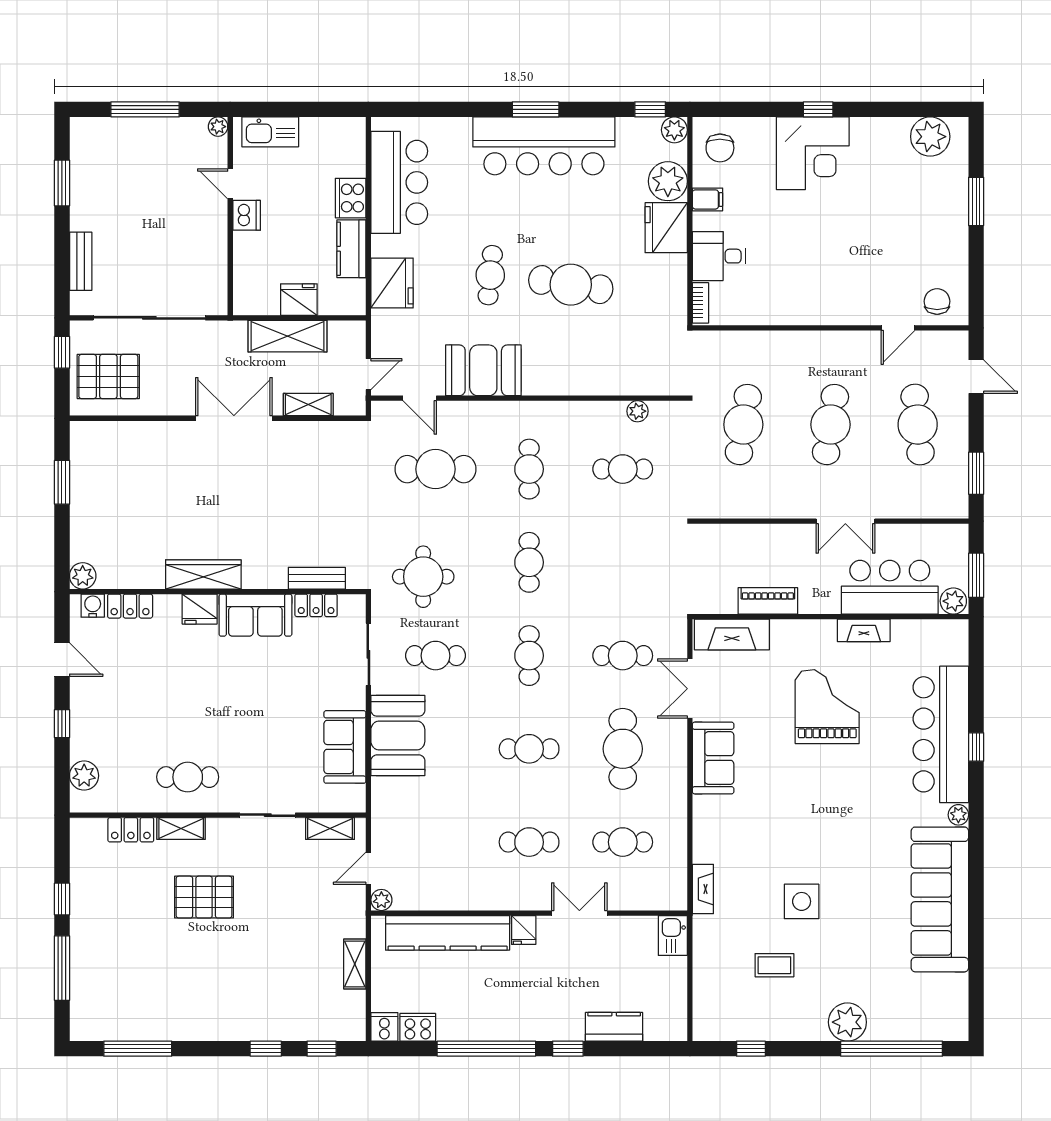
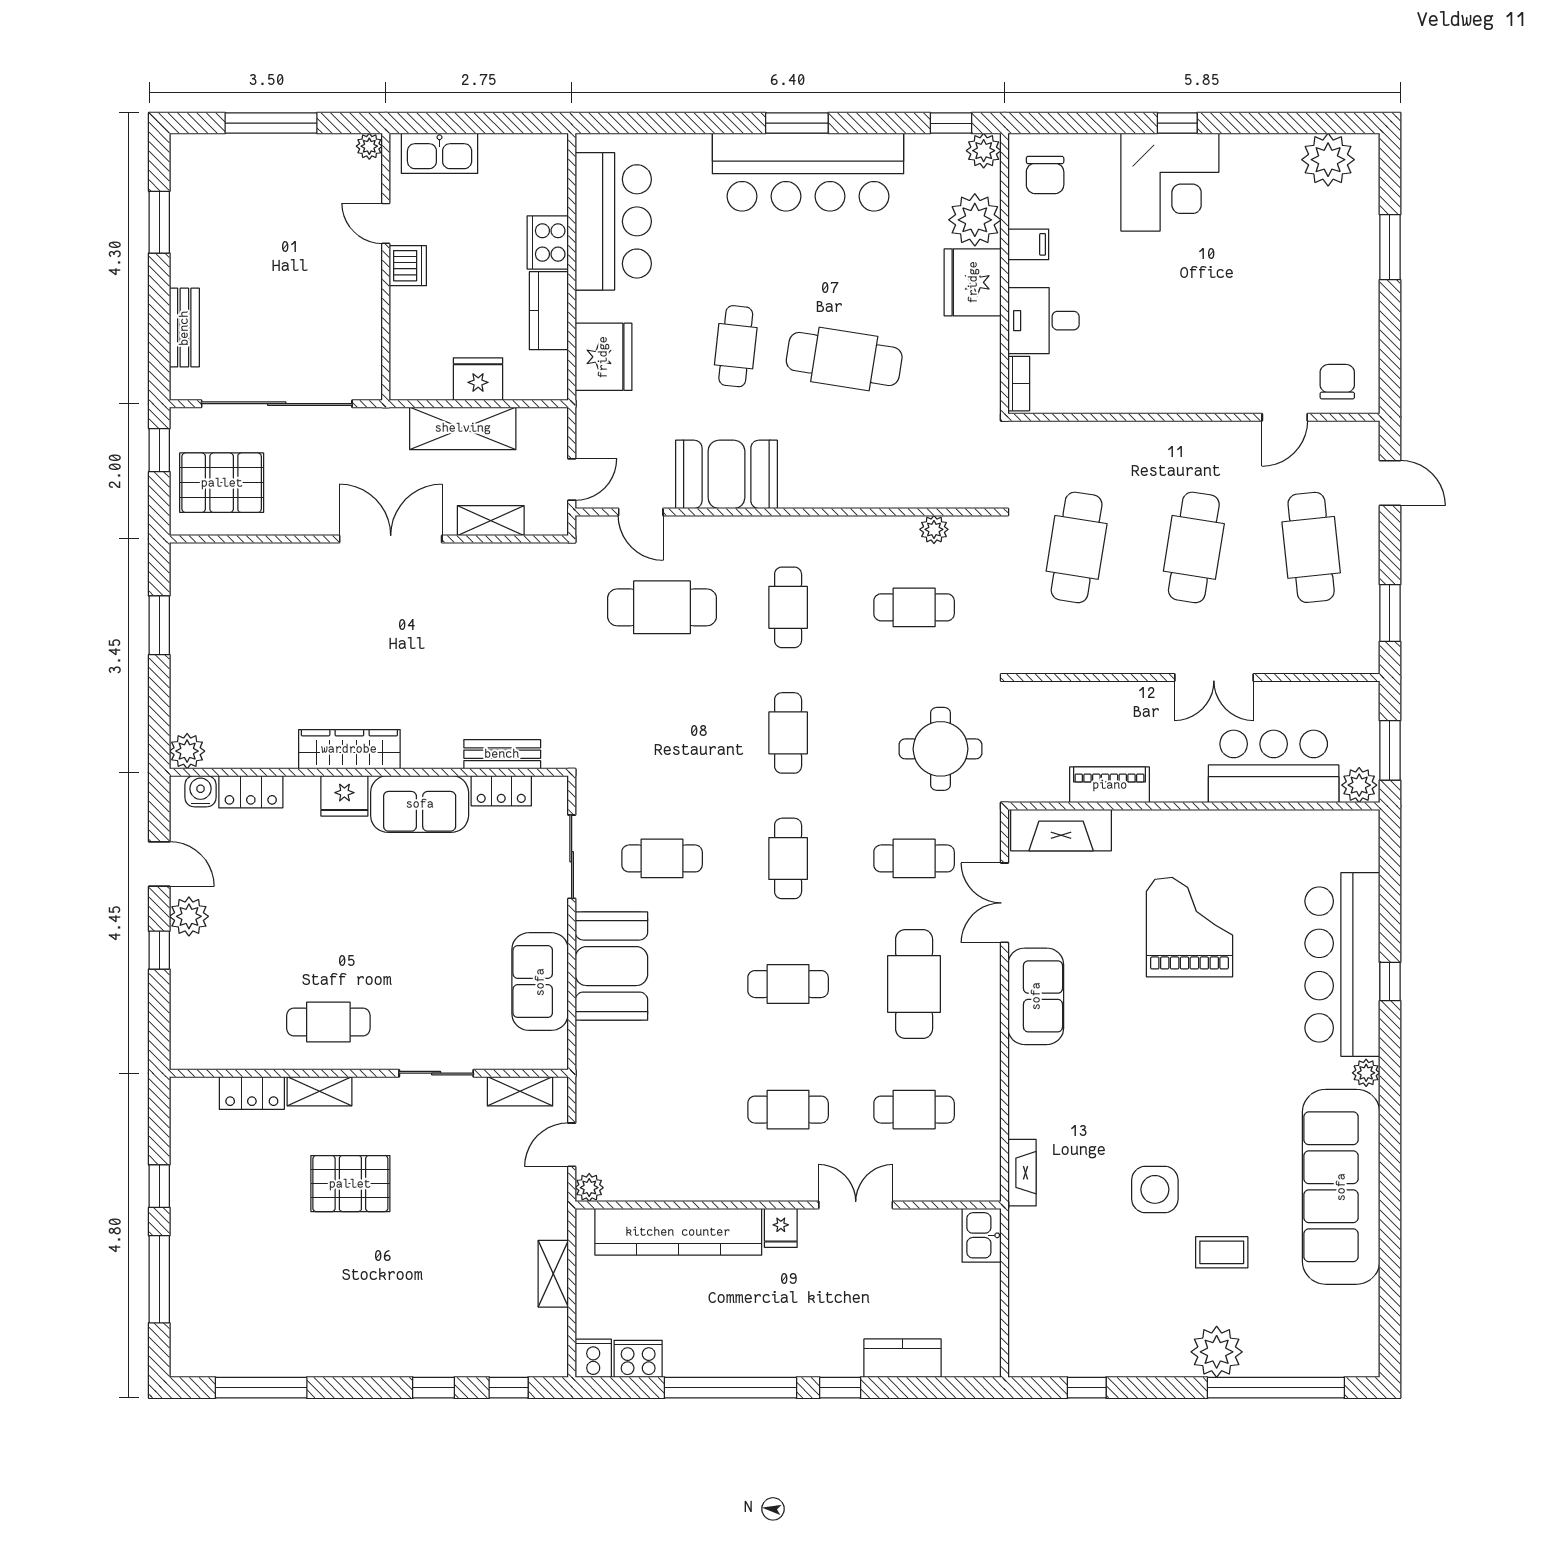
round table: (423, 577) -> (940, 749), moved
fireplace: (864, 630) -> (1239, 825), removed
plant: (84, 776) -> (189, 916), moved
coffee table: (774, 965) -> (1222, 1252), moved

